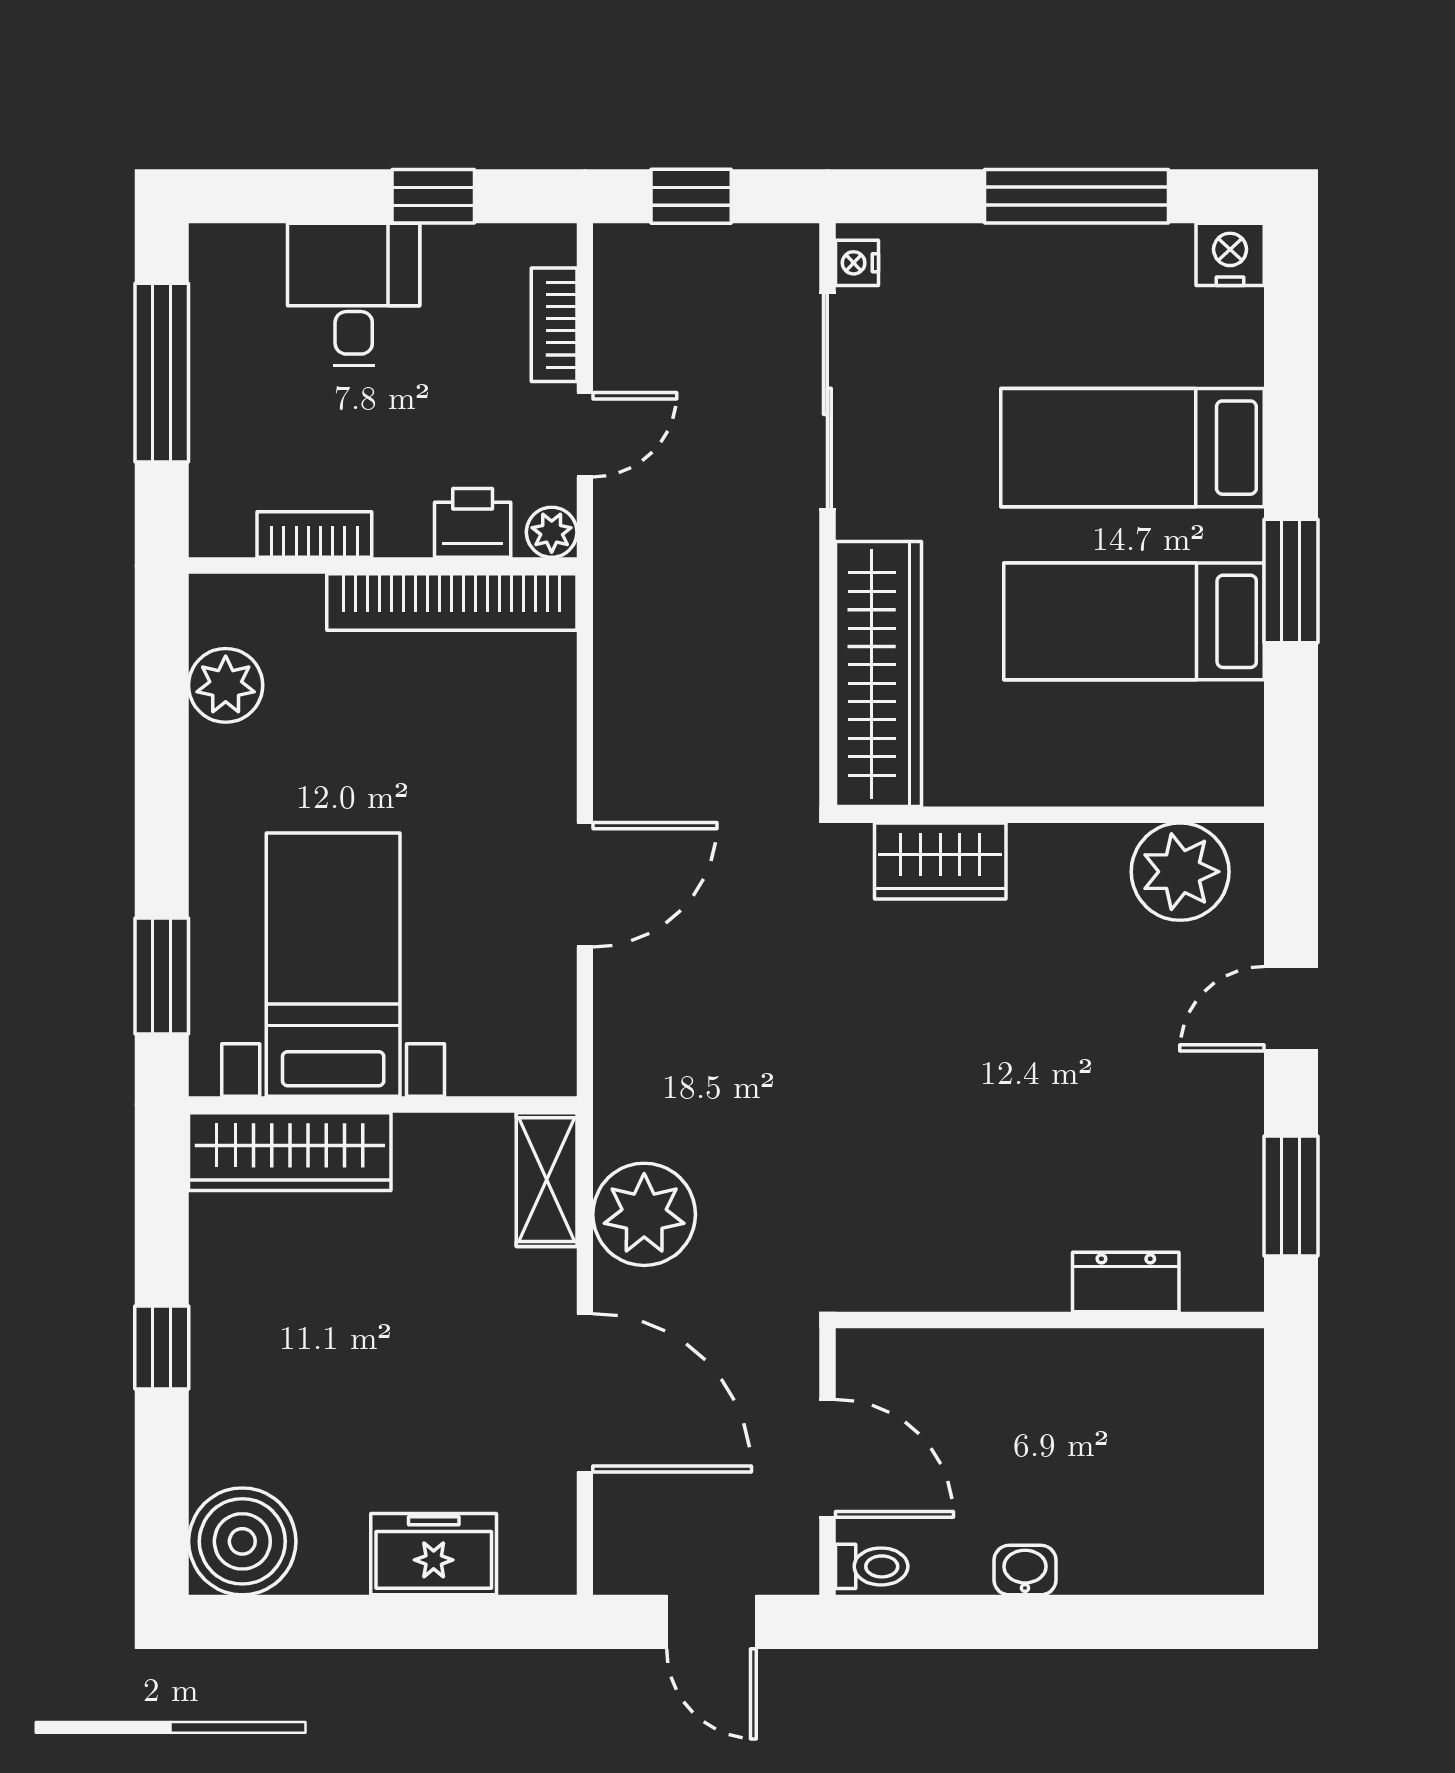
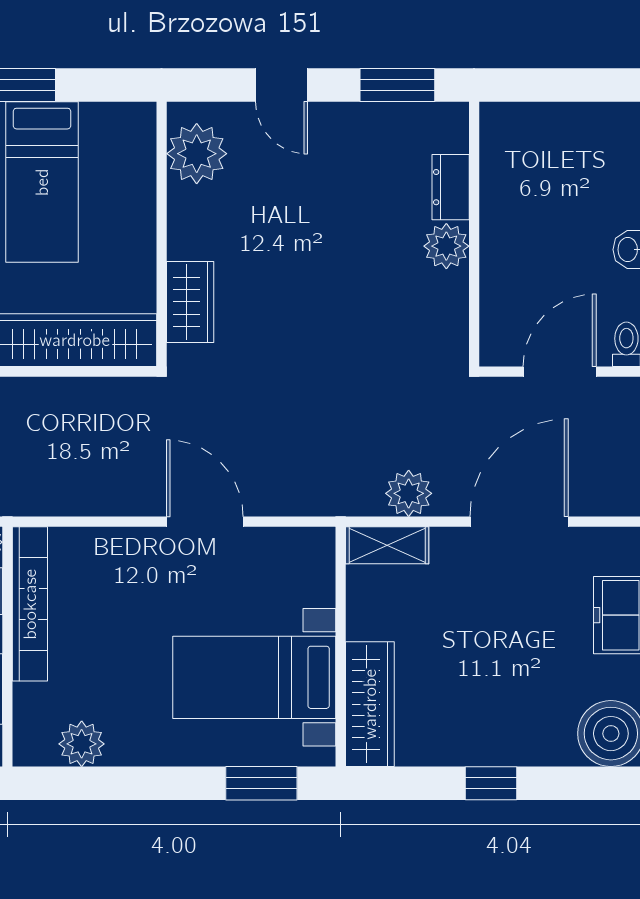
plant: (644, 1214) -> (409, 493), width x0.73, depth x0.73
plant: (1031, 1275) -> (446, 246), added

